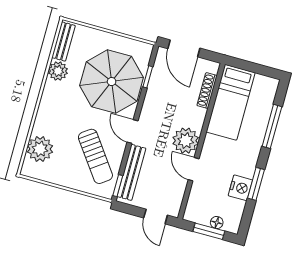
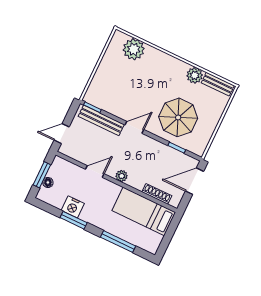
parasol: (112, 82) -> (178, 117), width x0.73, depth x0.73
plant: (186, 141) -> (122, 176), width x0.53, depth x0.53
sun lounger: (95, 156) -> (120, 93), removed

